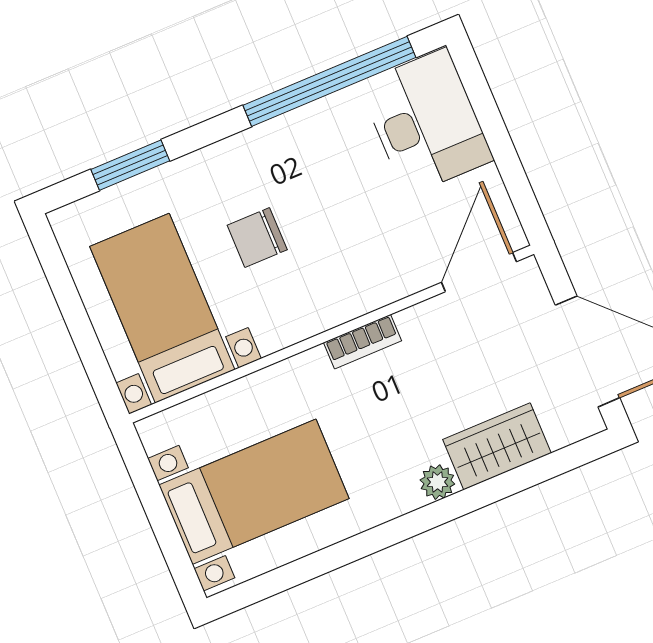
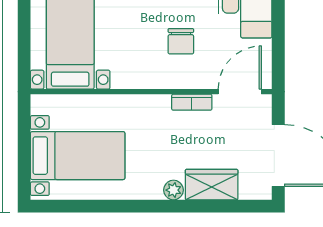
chair: (257, 238) -> (181, 41), moved, turned -90
bookcase: (363, 342) -> (192, 102), moved

